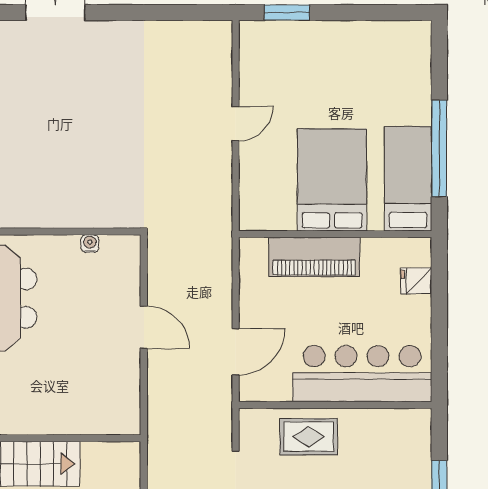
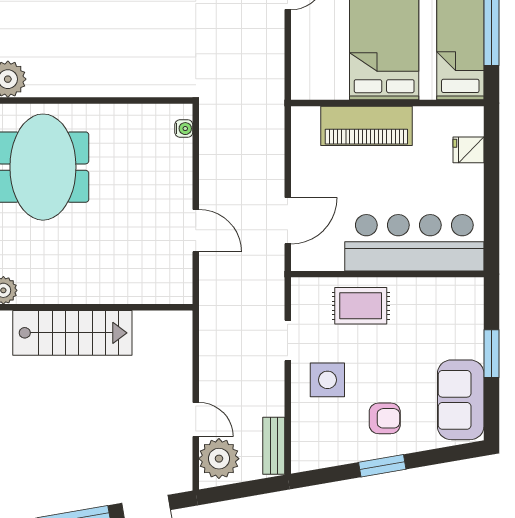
water cooler: (90, 243) -> (184, 129), moved, turned 90
door: (144, 327) -> (196, 231), moved

